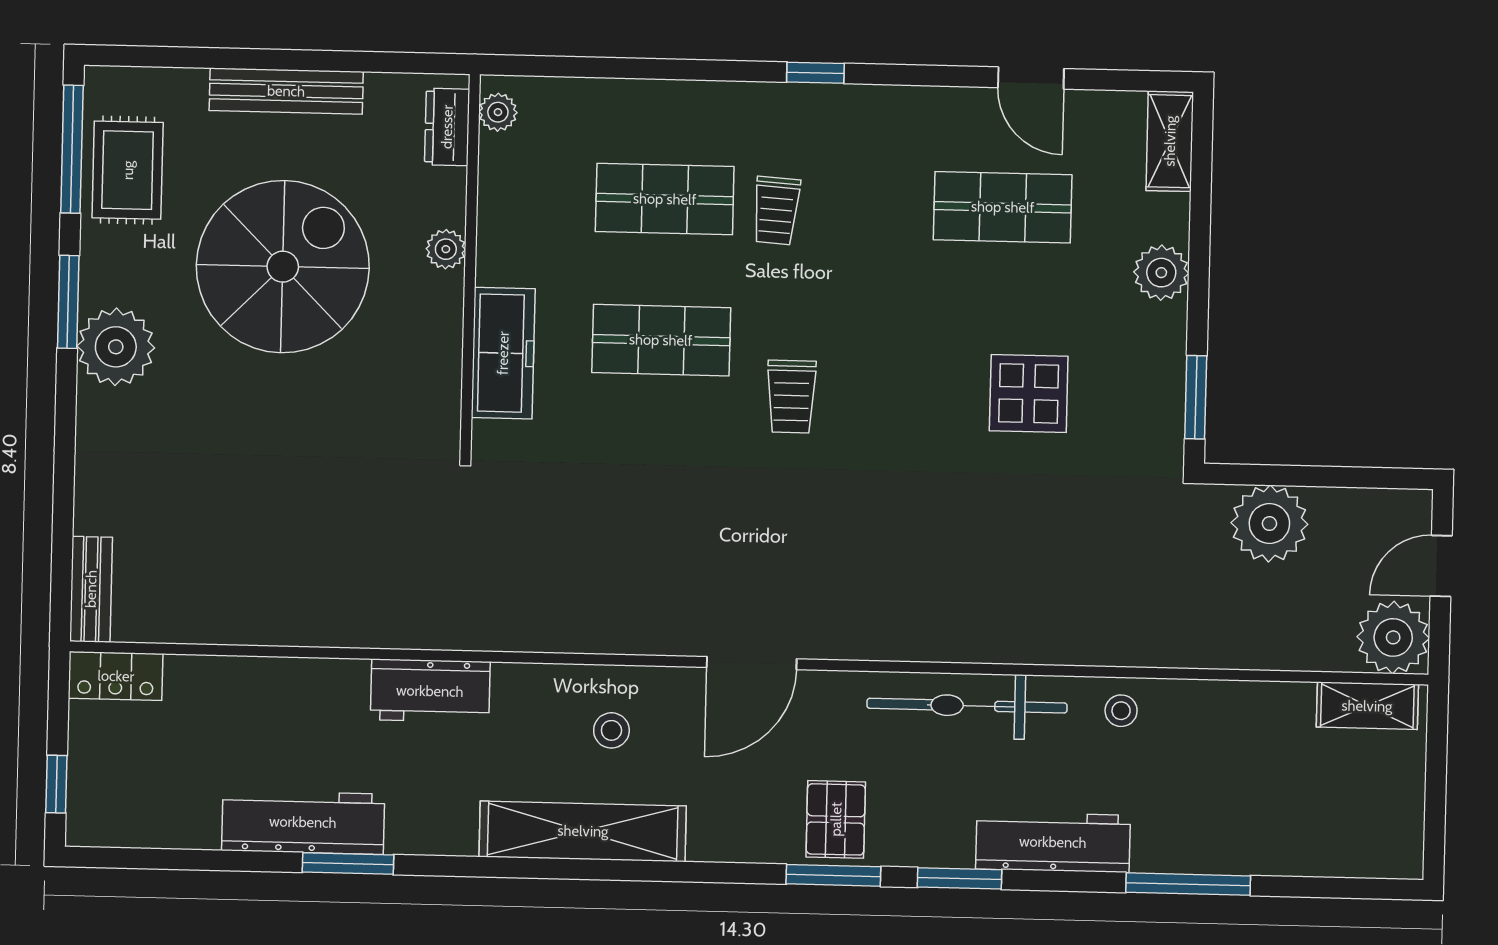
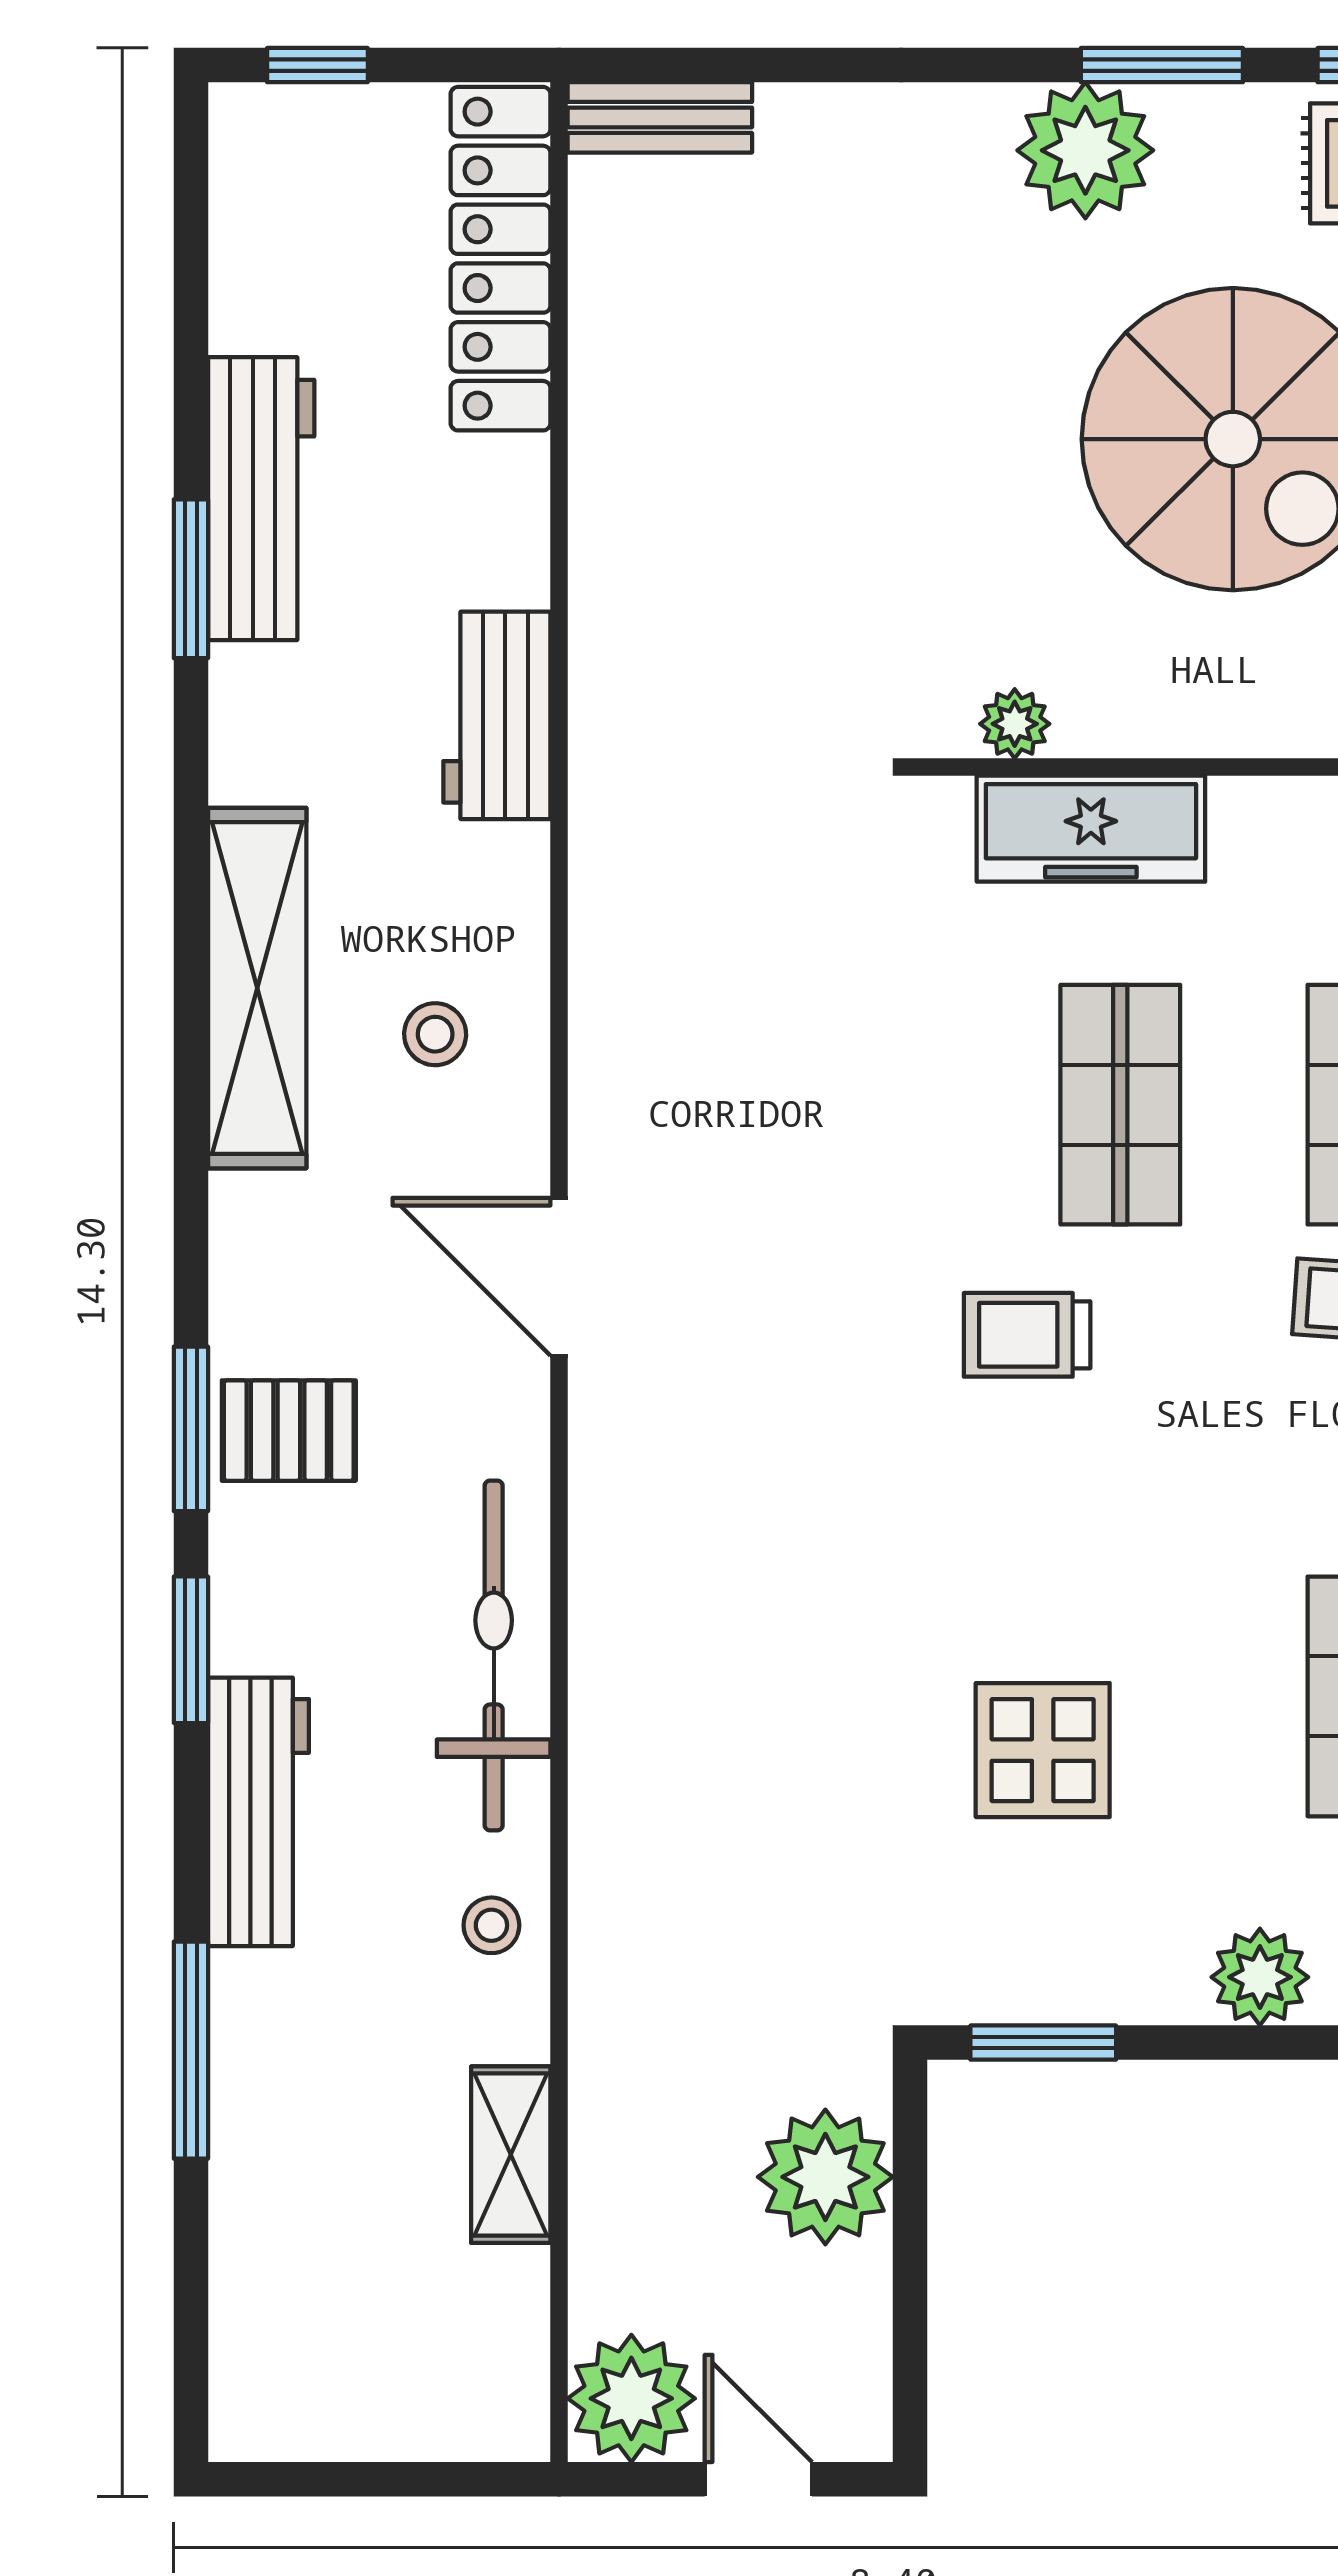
plant: (446, 249) -> (1015, 724), moved
locker: (116, 676) -> (501, 259), width x2.16, depth x1.21
shelving: (1367, 706) -> (511, 2155), moved

